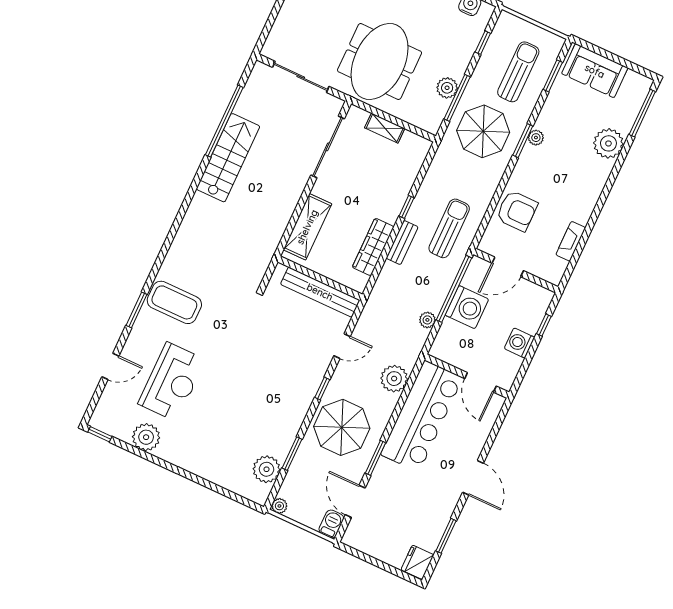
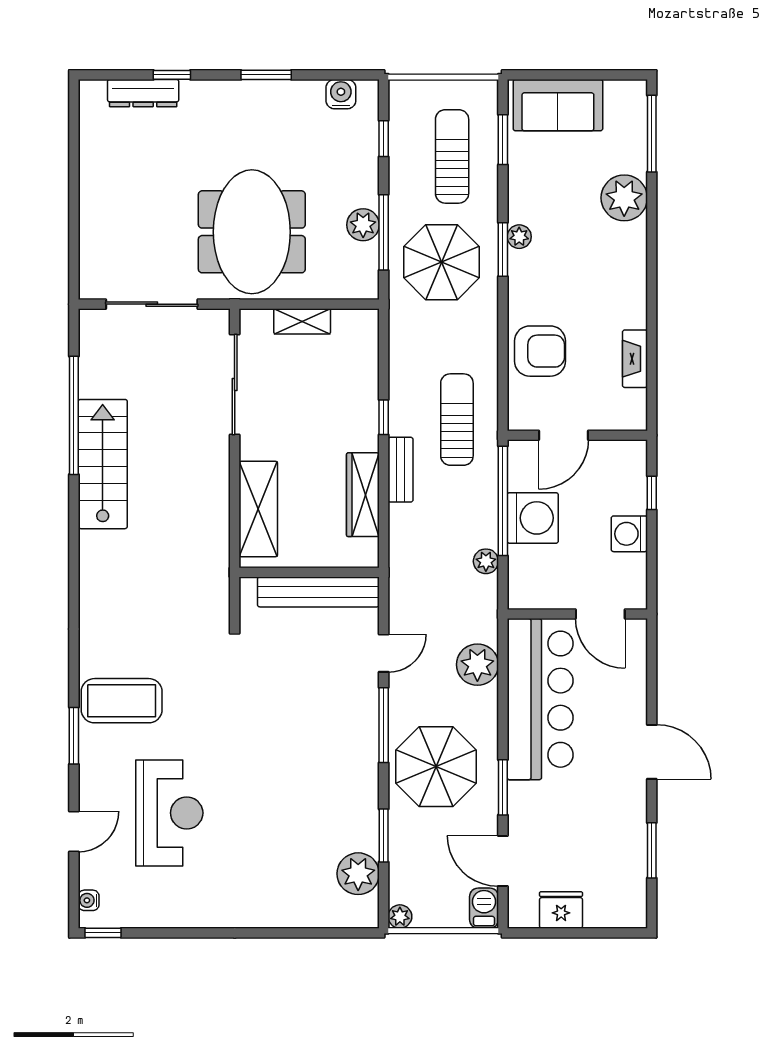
window: (322, 389) -> (384, 725), width x2.17
water cooler: (100, 411) -> (89, 900), added
plant: (146, 437) -> (169, 907), removed
fridge: (417, 562) -> (561, 910), moved, turned 90

